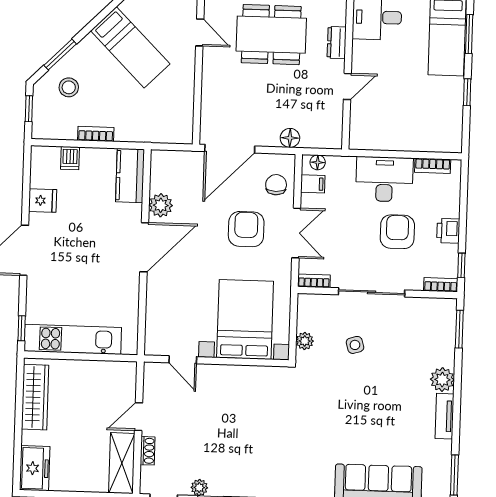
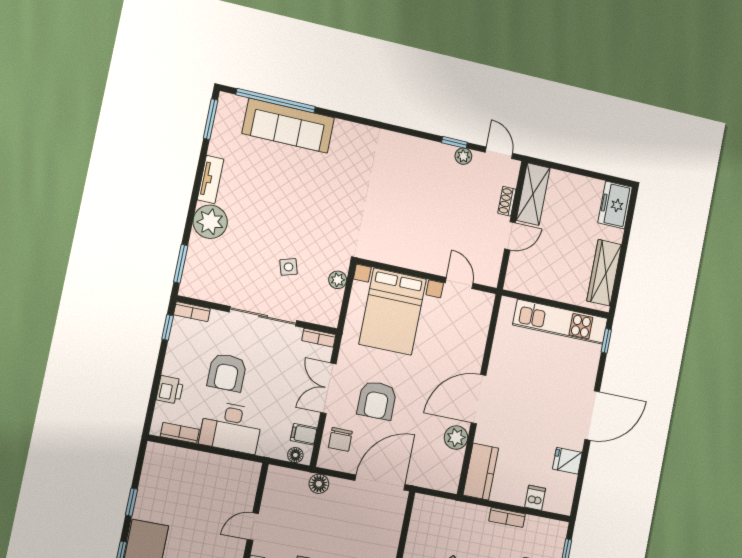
printer: (448, 231) -> (170, 390), moved
plant: (442, 380) -> (210, 222), width x1.36, depth x1.36

